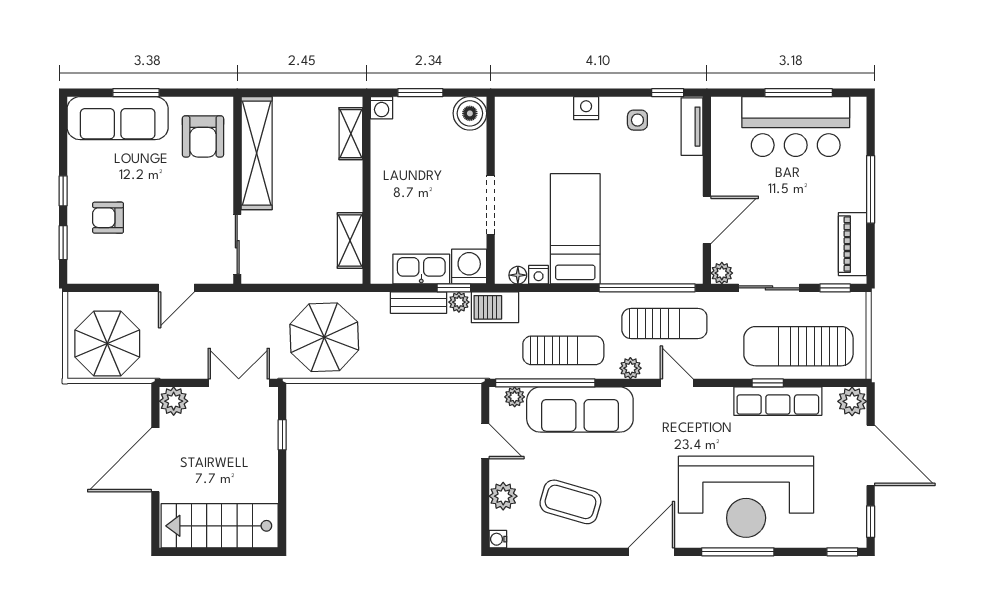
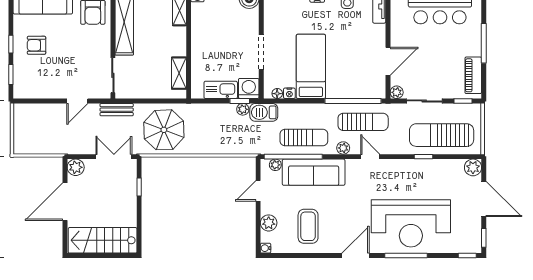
armchair: (108, 218) -> (36, 45), moved
bench: (419, 303) -> (117, 110), moved
parasol: (107, 344) -> (37, 134), removed
row of seats: (778, 401) -> (429, 167), removed
door: (485, 441) -> (258, 191), swing flipped
coffee table: (570, 502) -> (308, 226), turned 74

